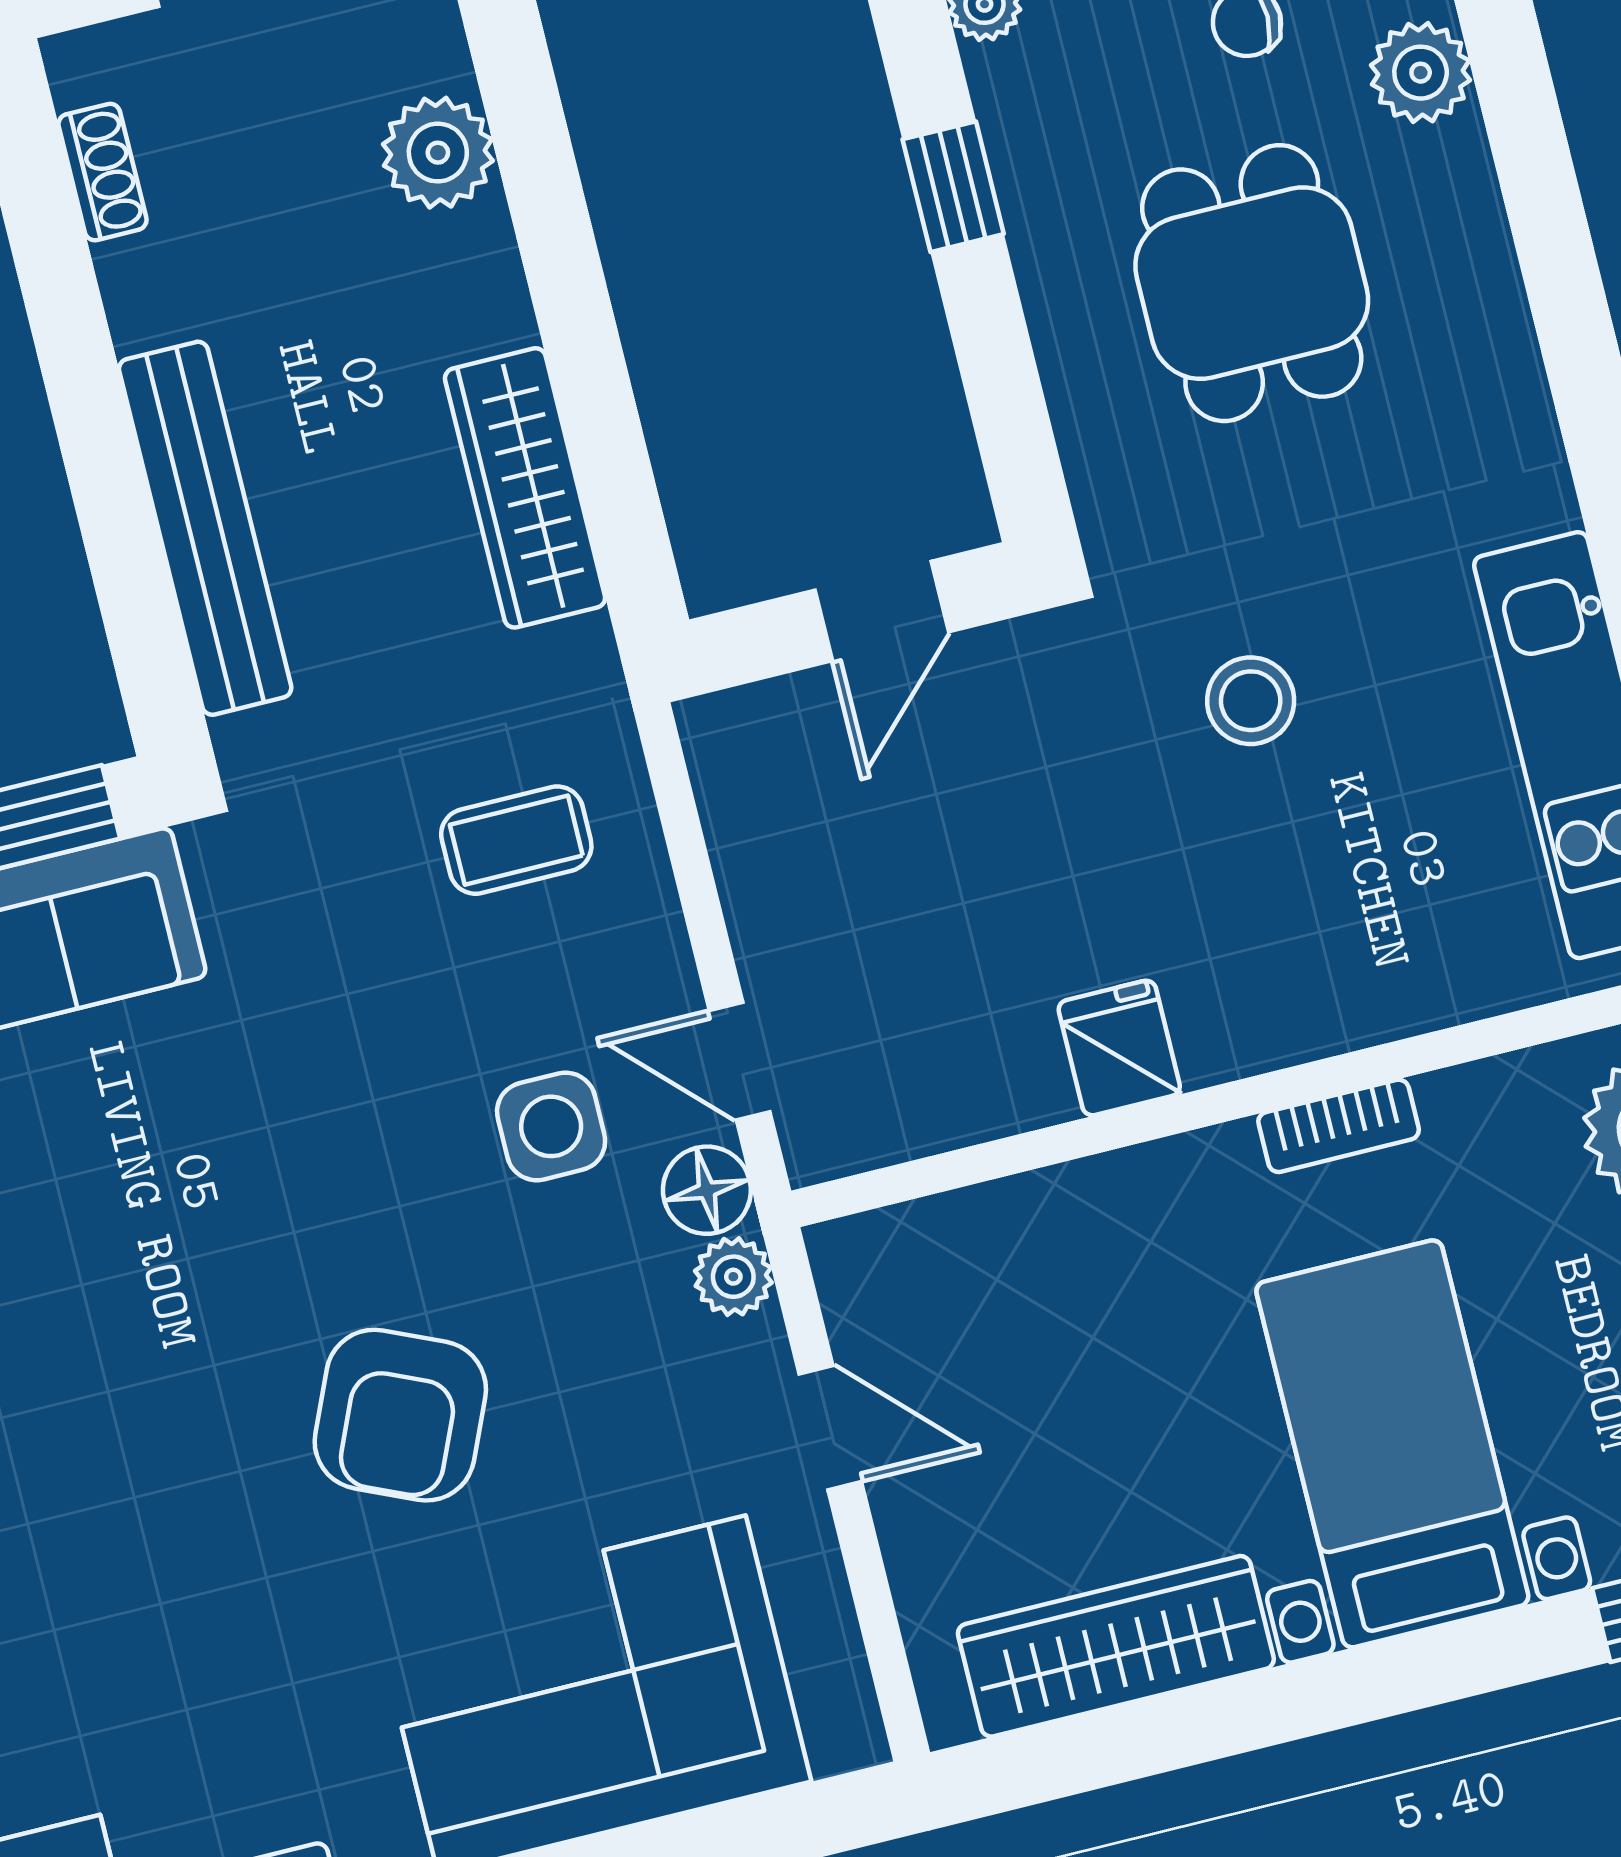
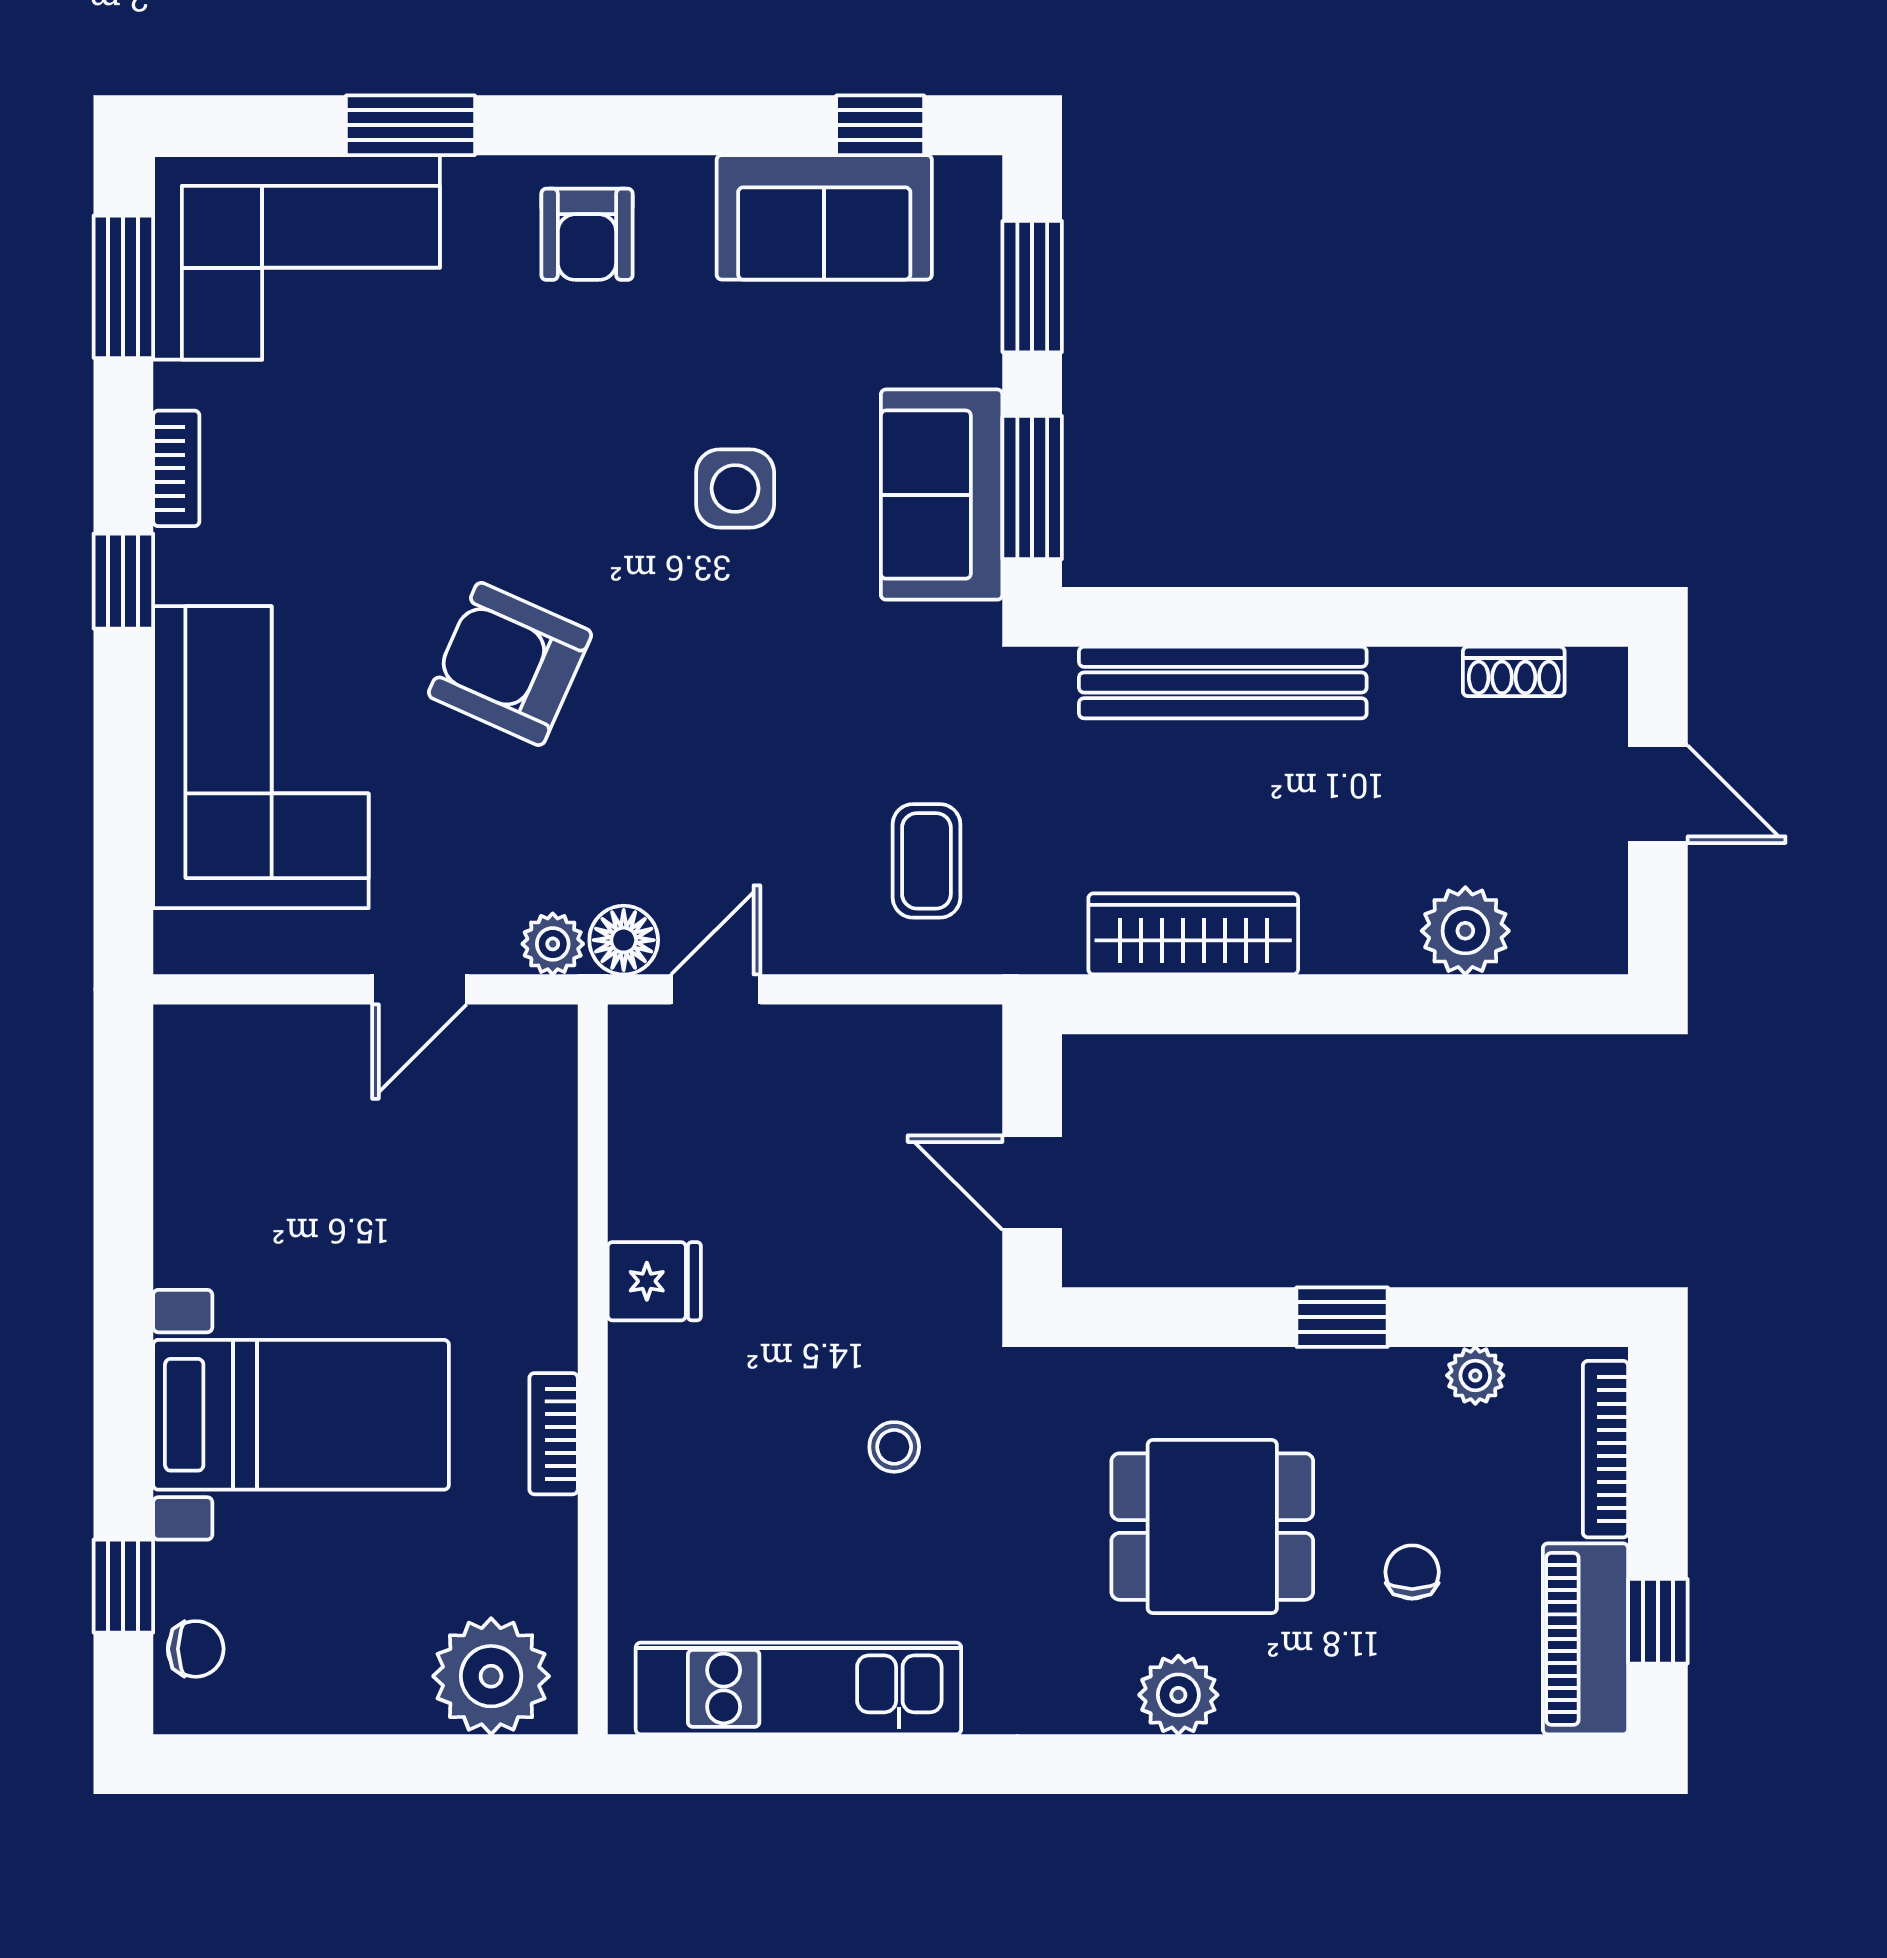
plant: (1421, 73) -> (1178, 1695), moved
stool: (1251, 701) -> (894, 1447), width x0.73, depth x0.73
side table: (551, 1126) -> (735, 488), moved
wardrobe: (1116, 1646) -> (199, 1166), removed

